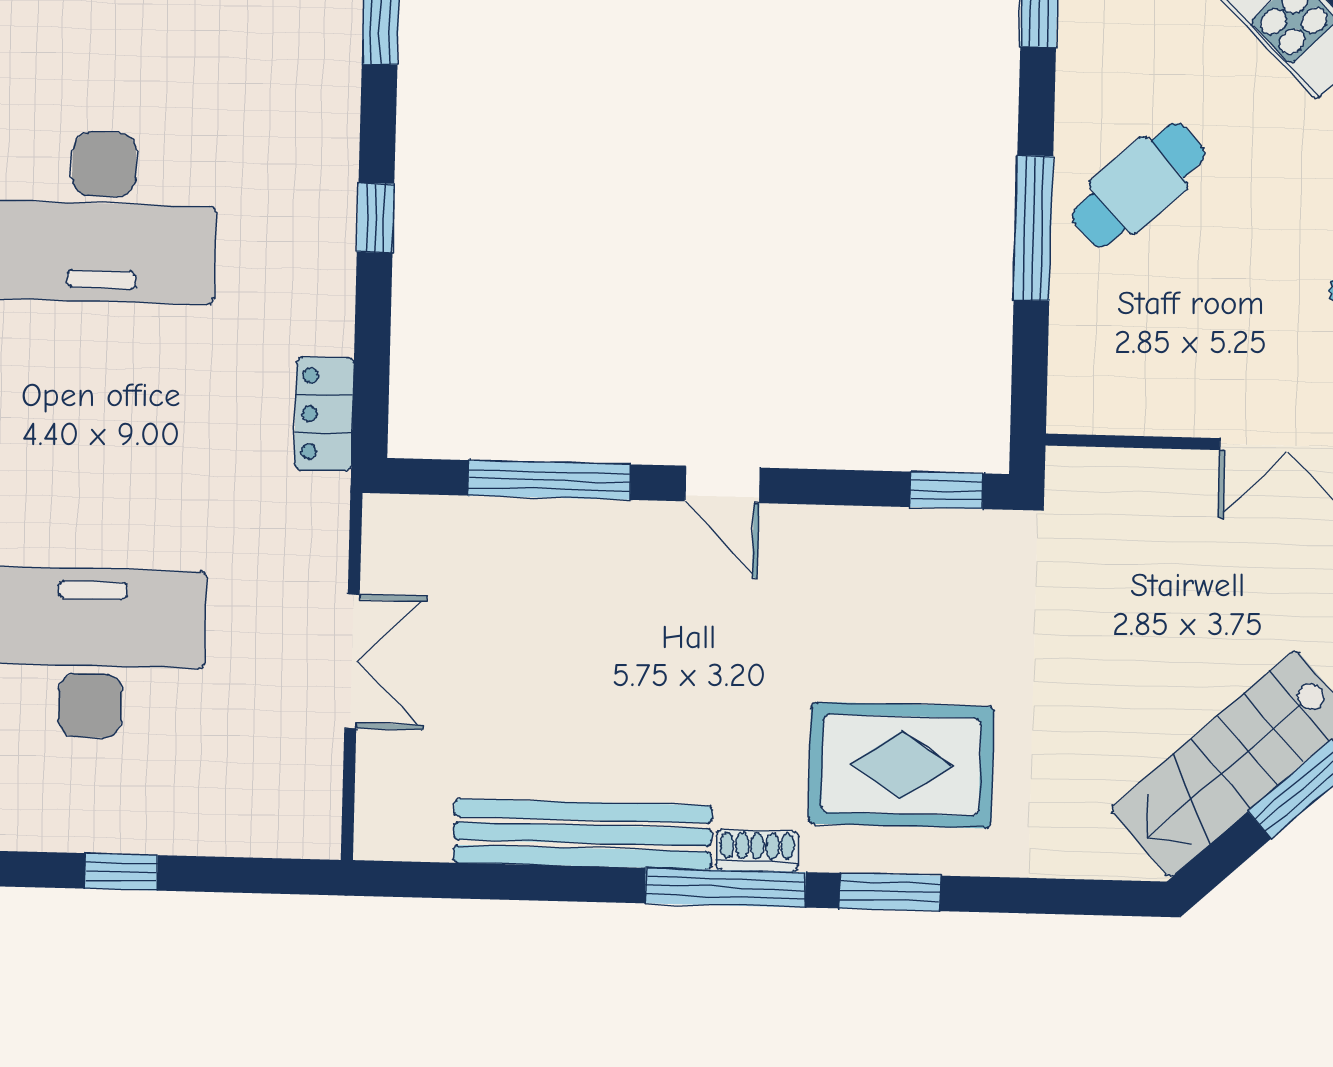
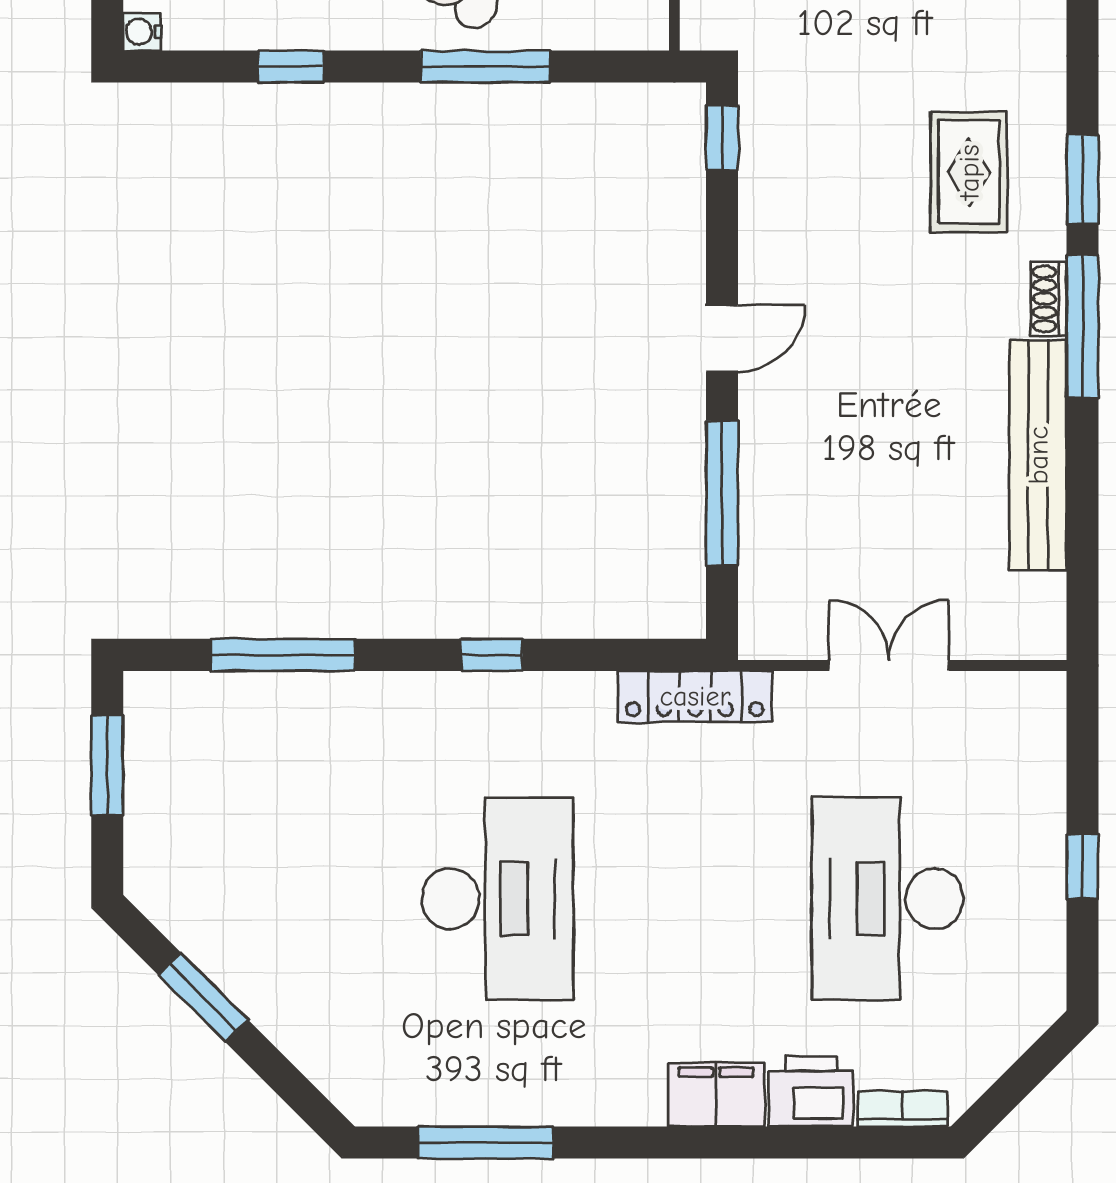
locker: (324, 414) -> (695, 696), width x1.53
rug: (901, 765) -> (969, 172), width x0.73, depth x0.70

